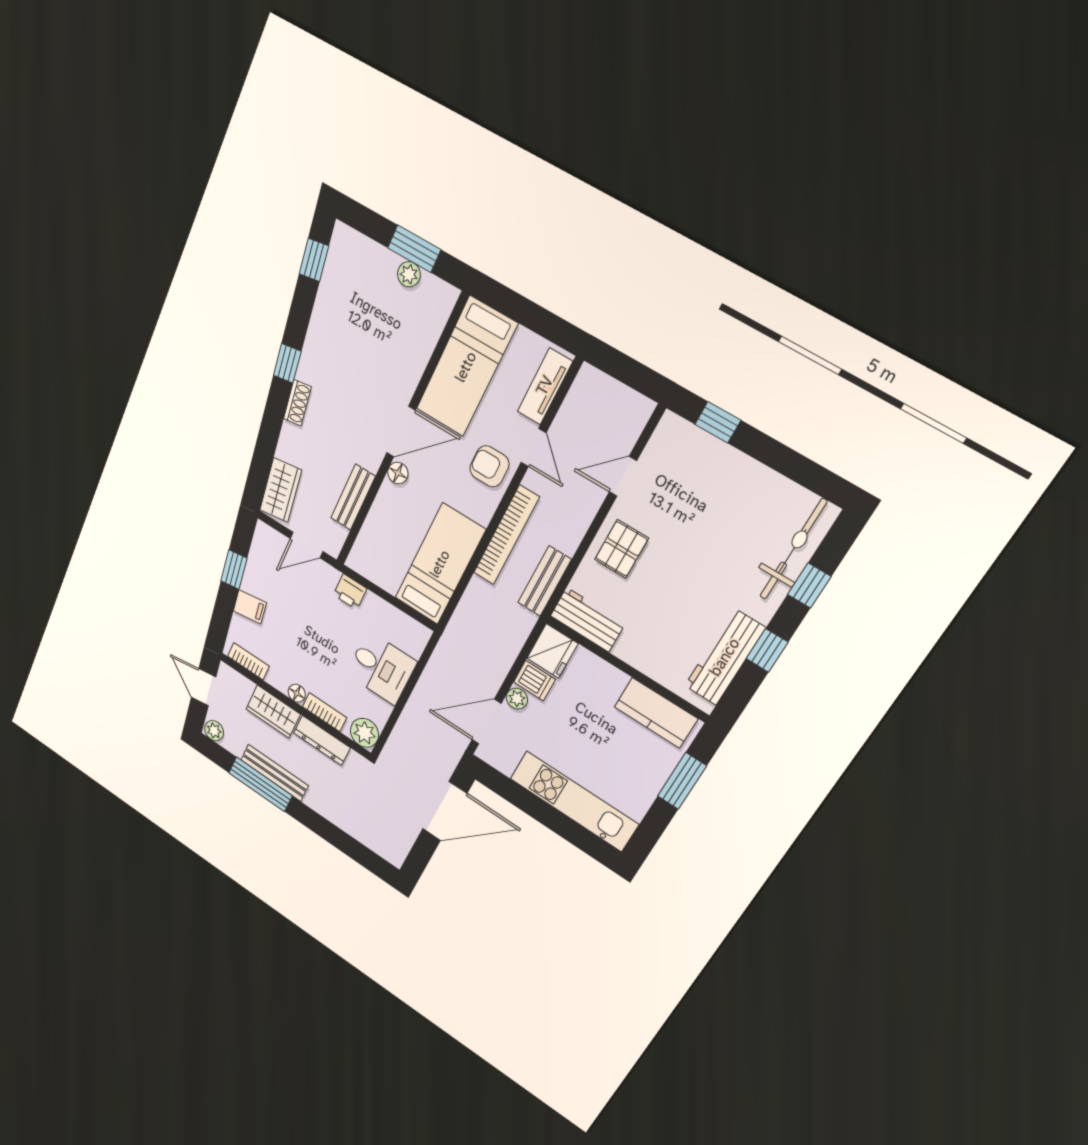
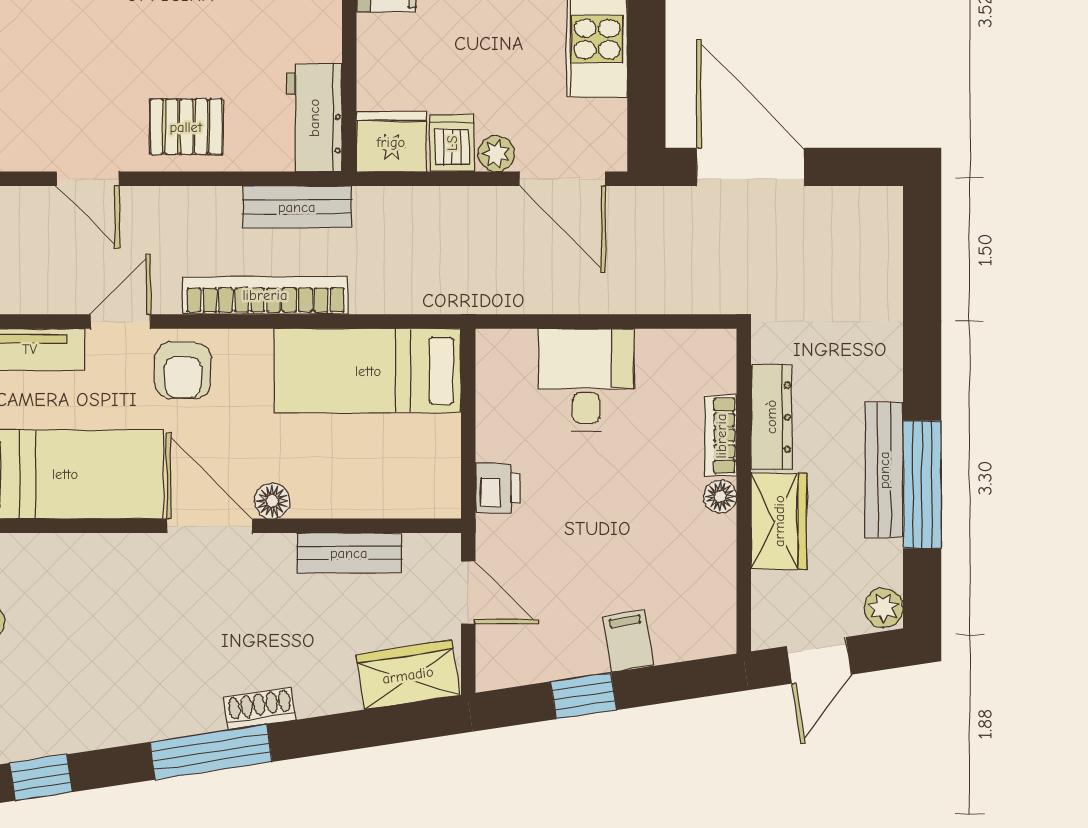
window: (287, 363) -> (211, 752), width x2.17
bookcase: (248, 661) -> (721, 602), removed
plant: (364, 733) -> (710, 355), removed

